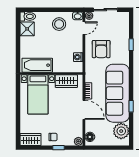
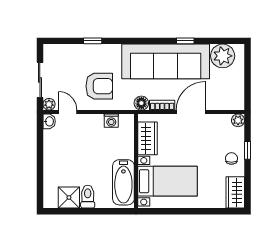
toilet: (28, 16) -> (88, 197), moved
stool: (59, 24) -> (62, 149), removed
floor lamp: (90, 137) -> (141, 103), moved

